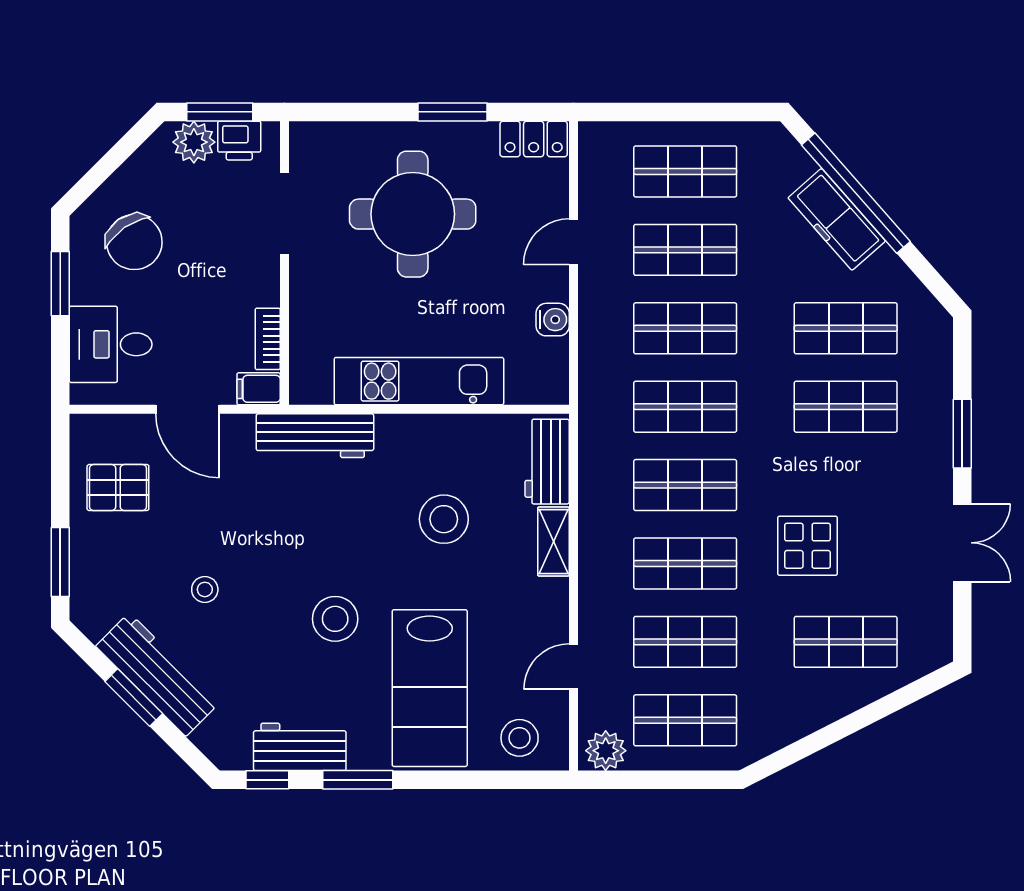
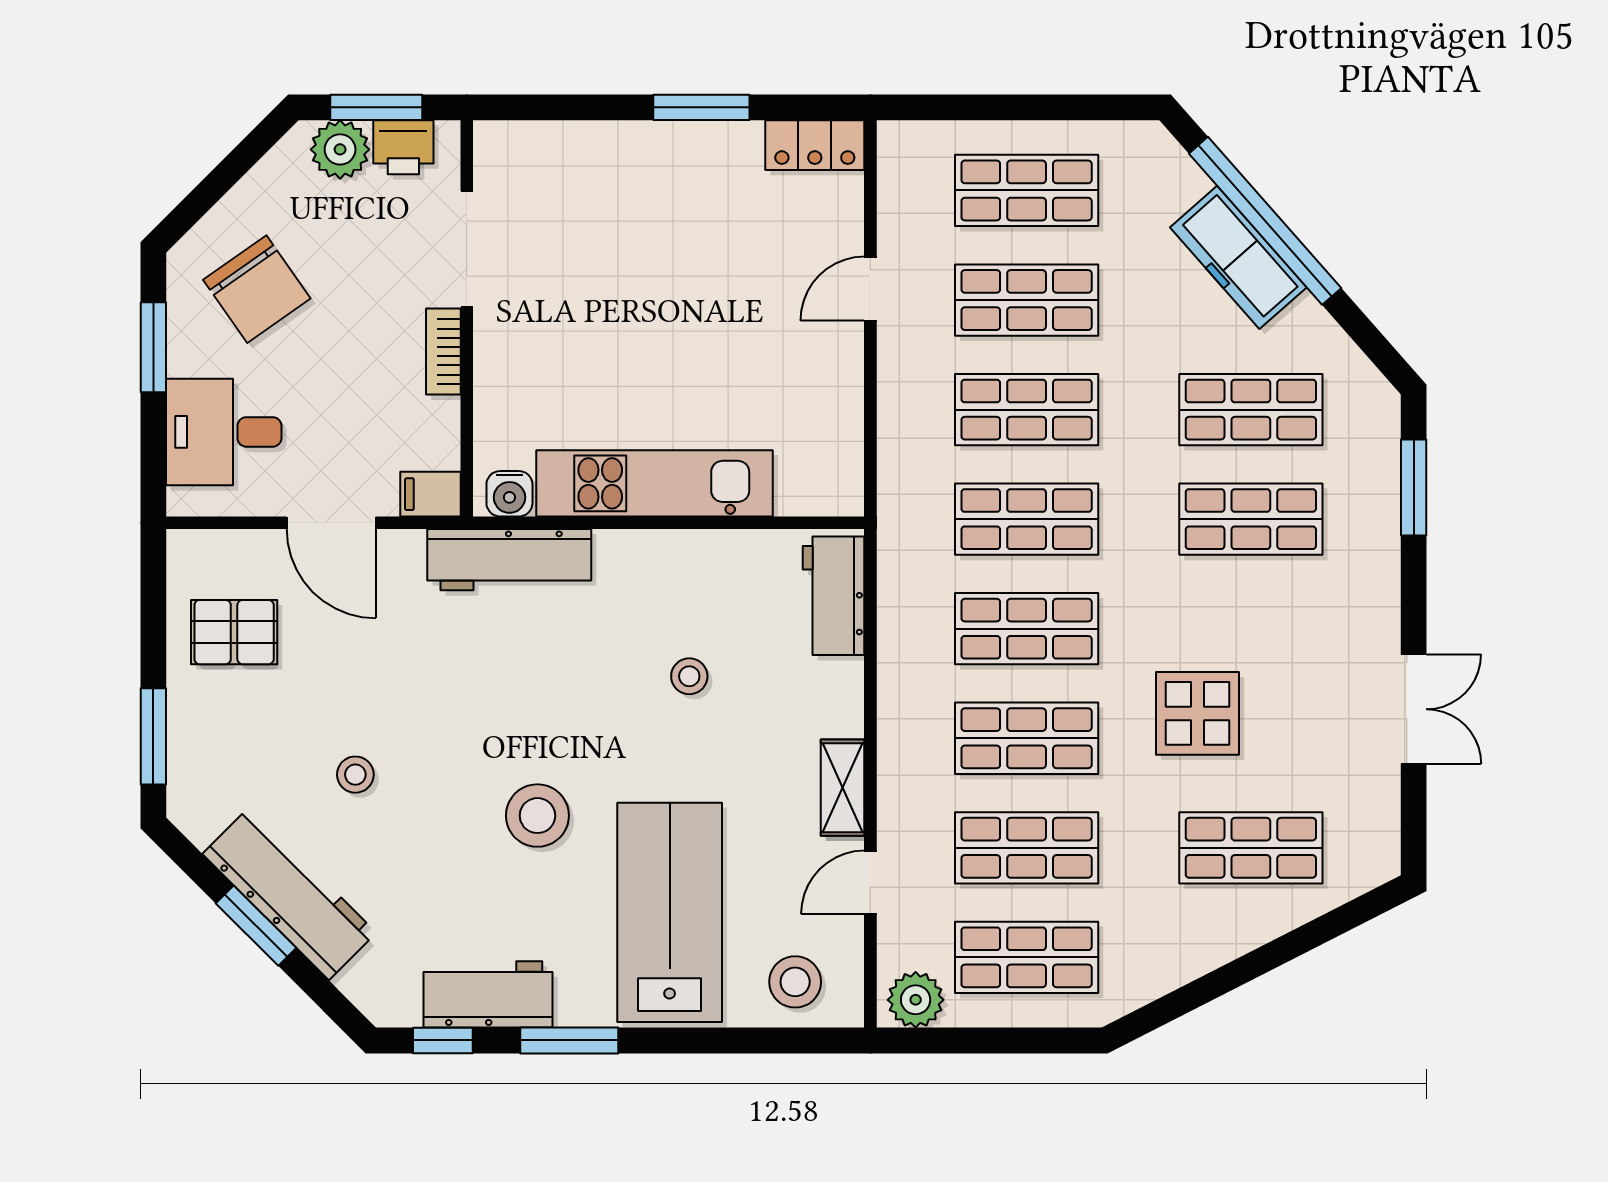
round table: (413, 214) -> (646, 250), removed
water cooler: (553, 320) -> (509, 494), moved, turned 90
bookcase: (268, 339) -> (443, 352), moved
window: (962, 434) -> (1414, 487), moved
stool: (444, 519) -> (689, 676), width x0.53, depth x0.53
shelving: (553, 542) -> (843, 788), moved
lab bench: (430, 688) -> (670, 912), turned 180

